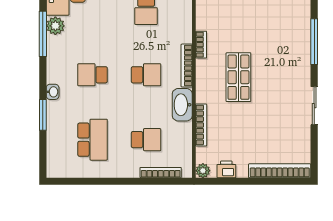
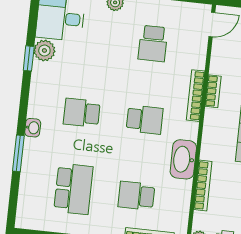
window: (43, 34) -> (29, 58), width x0.46
bookcase: (187, 66) -> (196, 96), moved
school desk: (146, 140) -> (136, 196), turned 180

